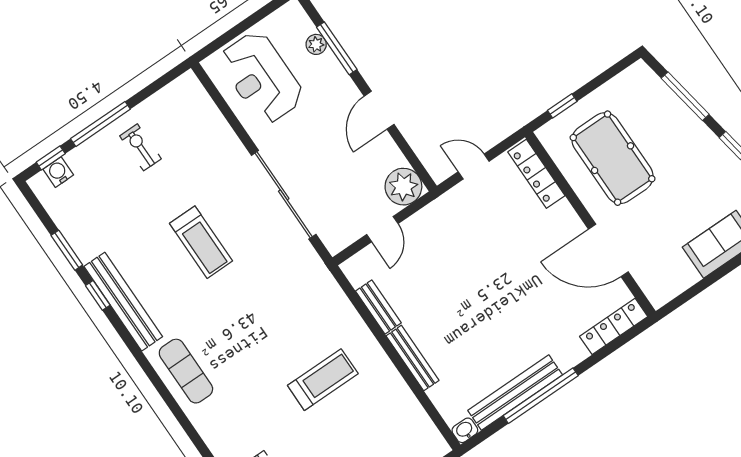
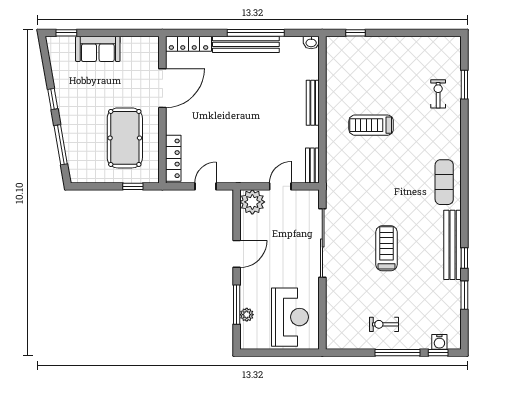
exercise bike: (140, 147) -> (384, 324), turned 90
door: (474, 167) -> (206, 186), swing flipped
door: (608, 250) -> (162, 88), hinge flipped
bench: (378, 307) -> (312, 165), moved
bench: (515, 393) -> (246, 44), moved

